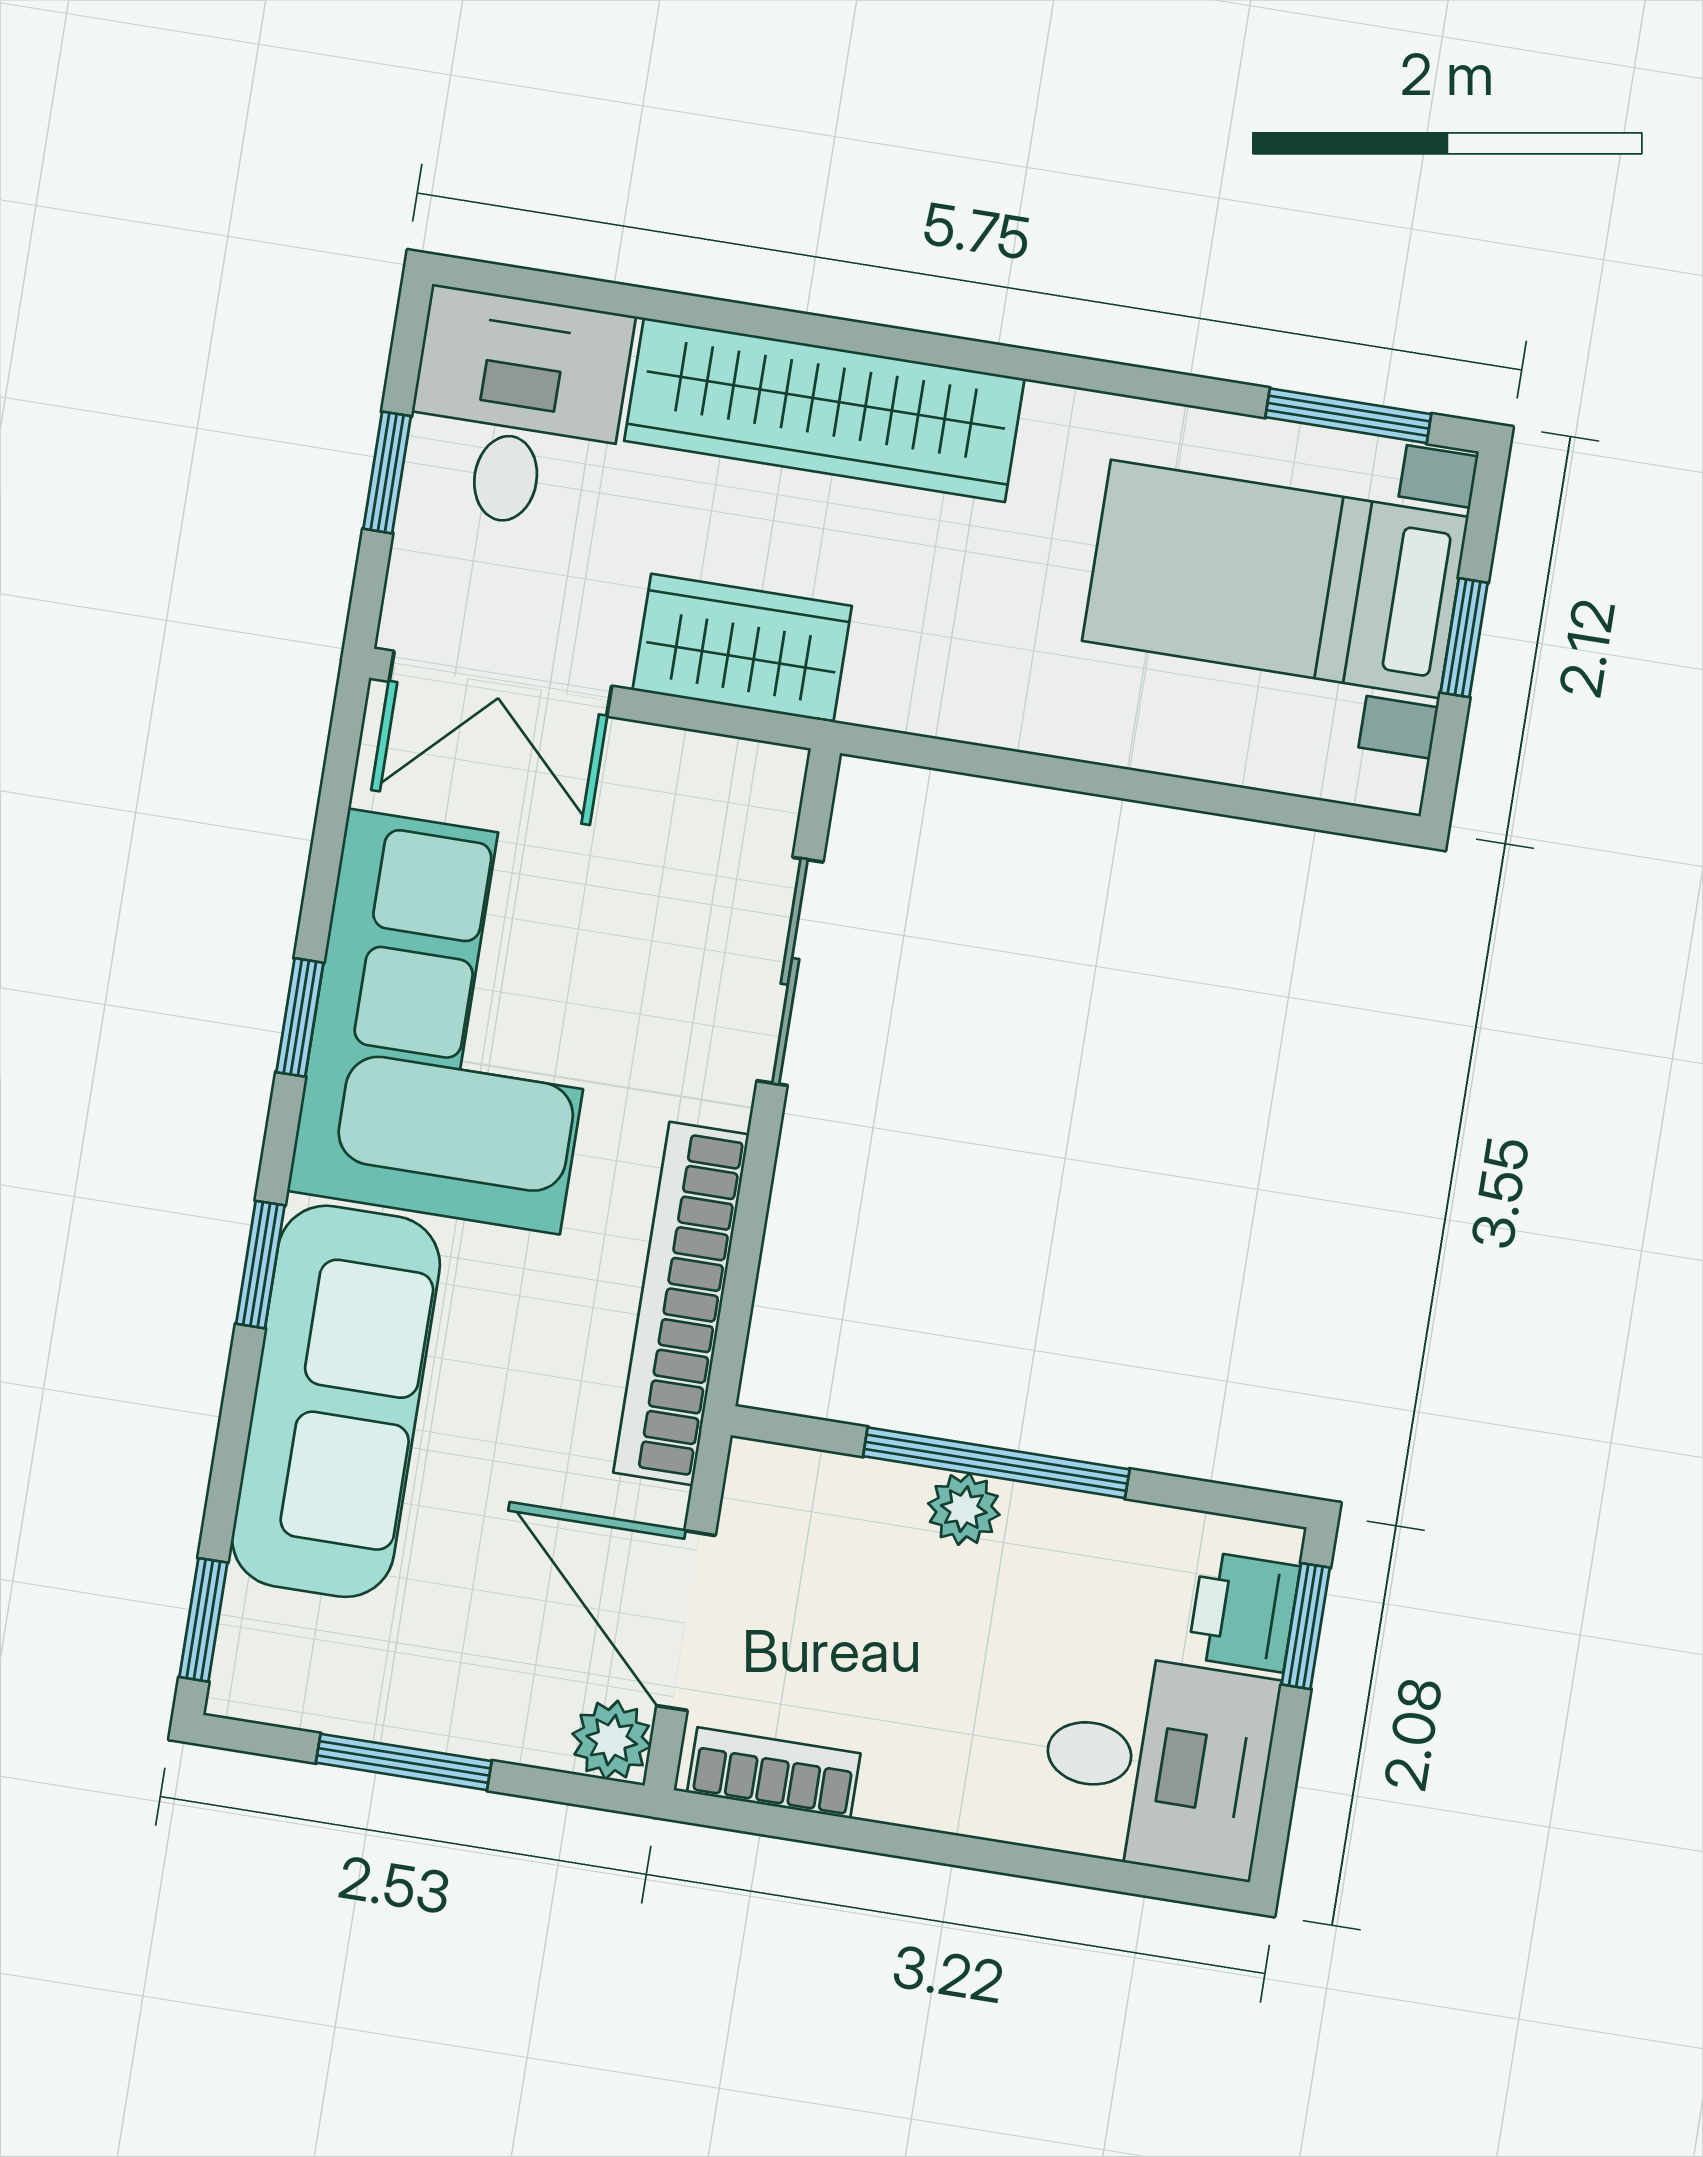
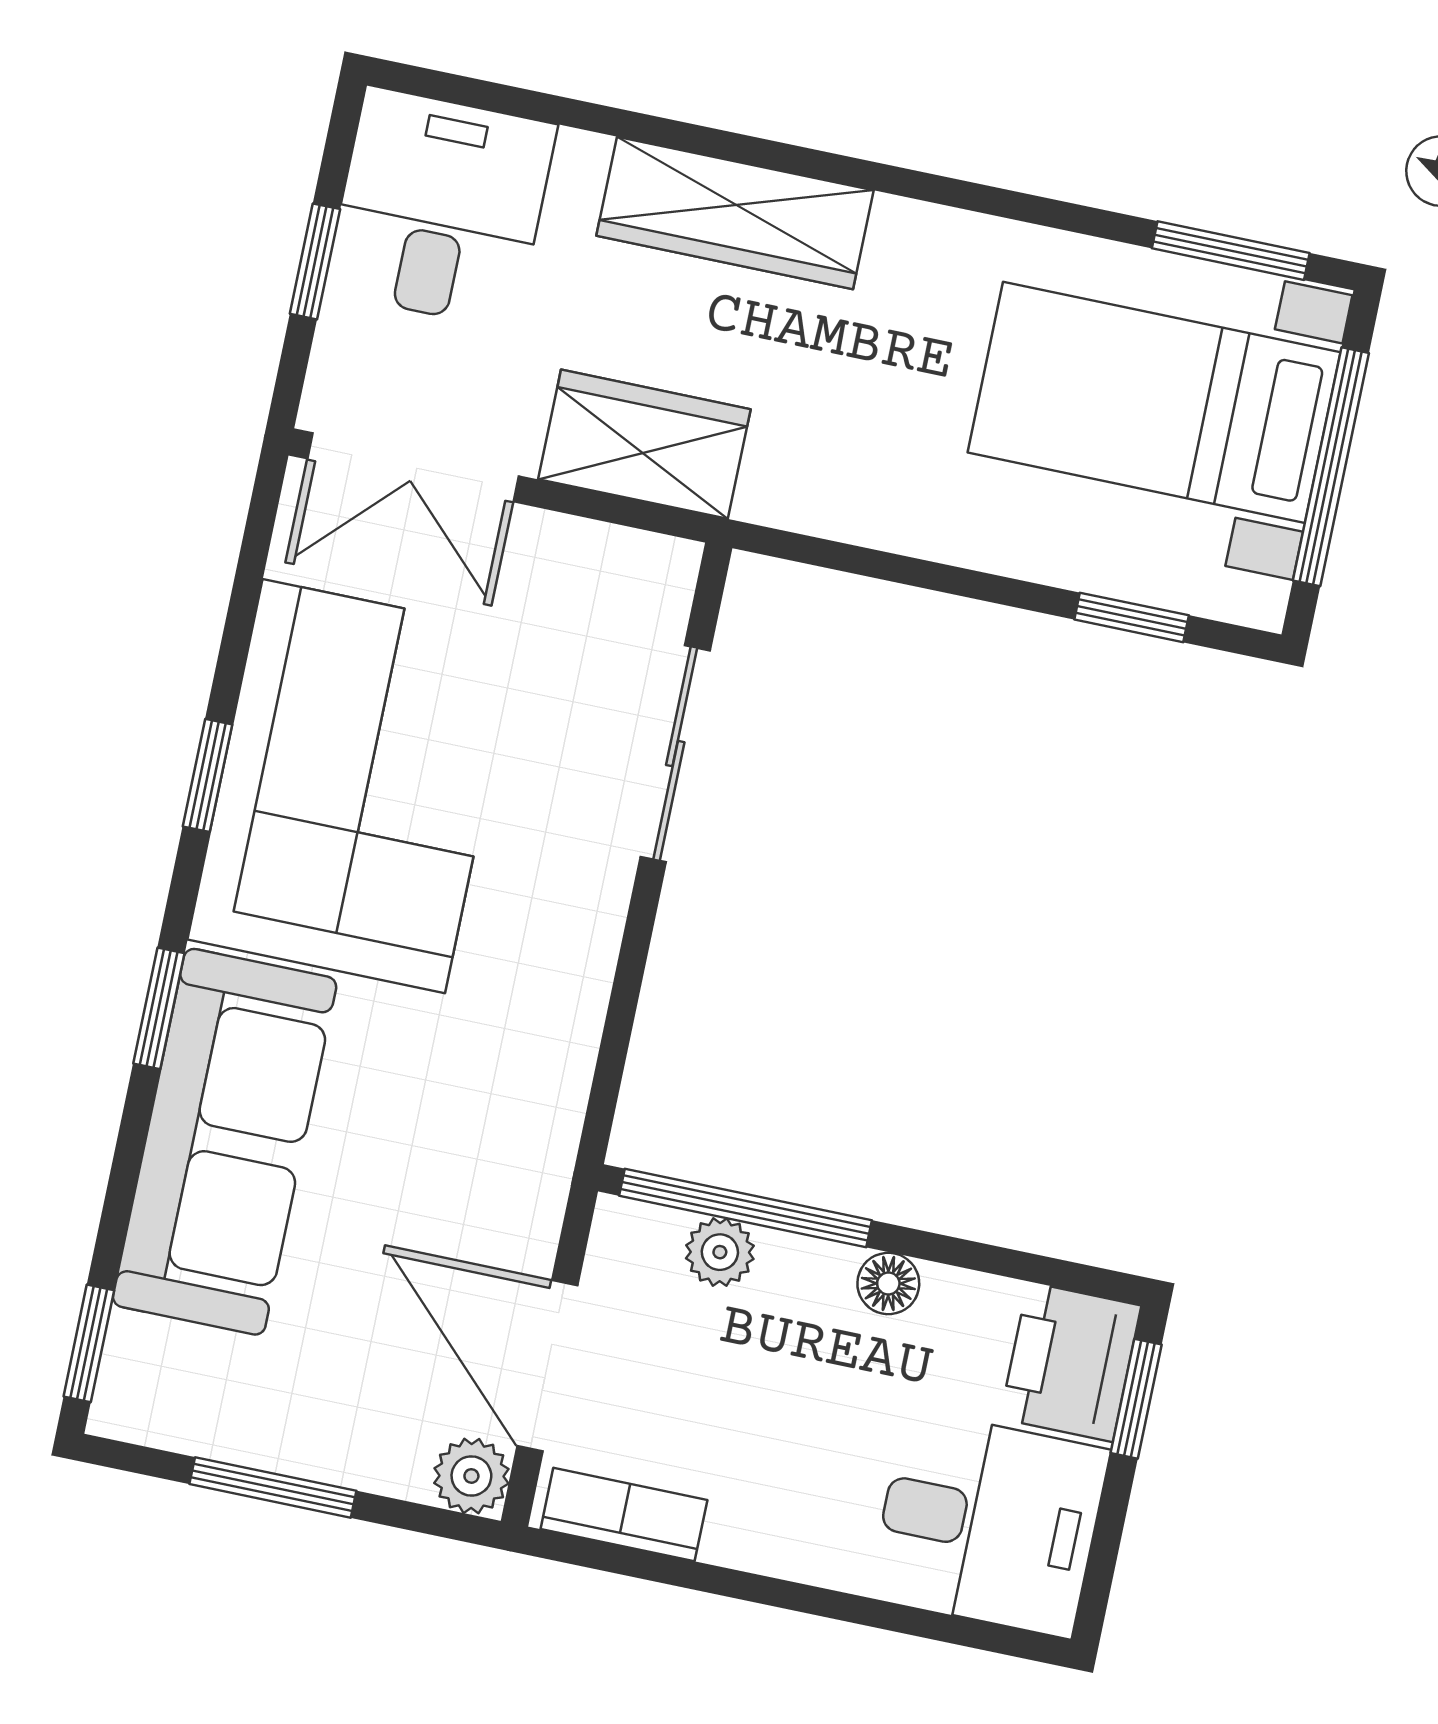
wardrobe: (824, 410) -> (735, 213), width x0.71, depth x0.85
window: (1464, 638) -> (1331, 467), width x2.17
window: (1262, 806) -> (1132, 617), added
bookcase: (681, 1303) -> (557, 1064), removed
window: (996, 1463) -> (746, 1208), moved
plant: (964, 1509) -> (720, 1252), moved
floor lamp: (1040, 1517) -> (888, 1284), added
printer: (1244, 1612) -> (1071, 1362), width x1.36, depth x1.24

